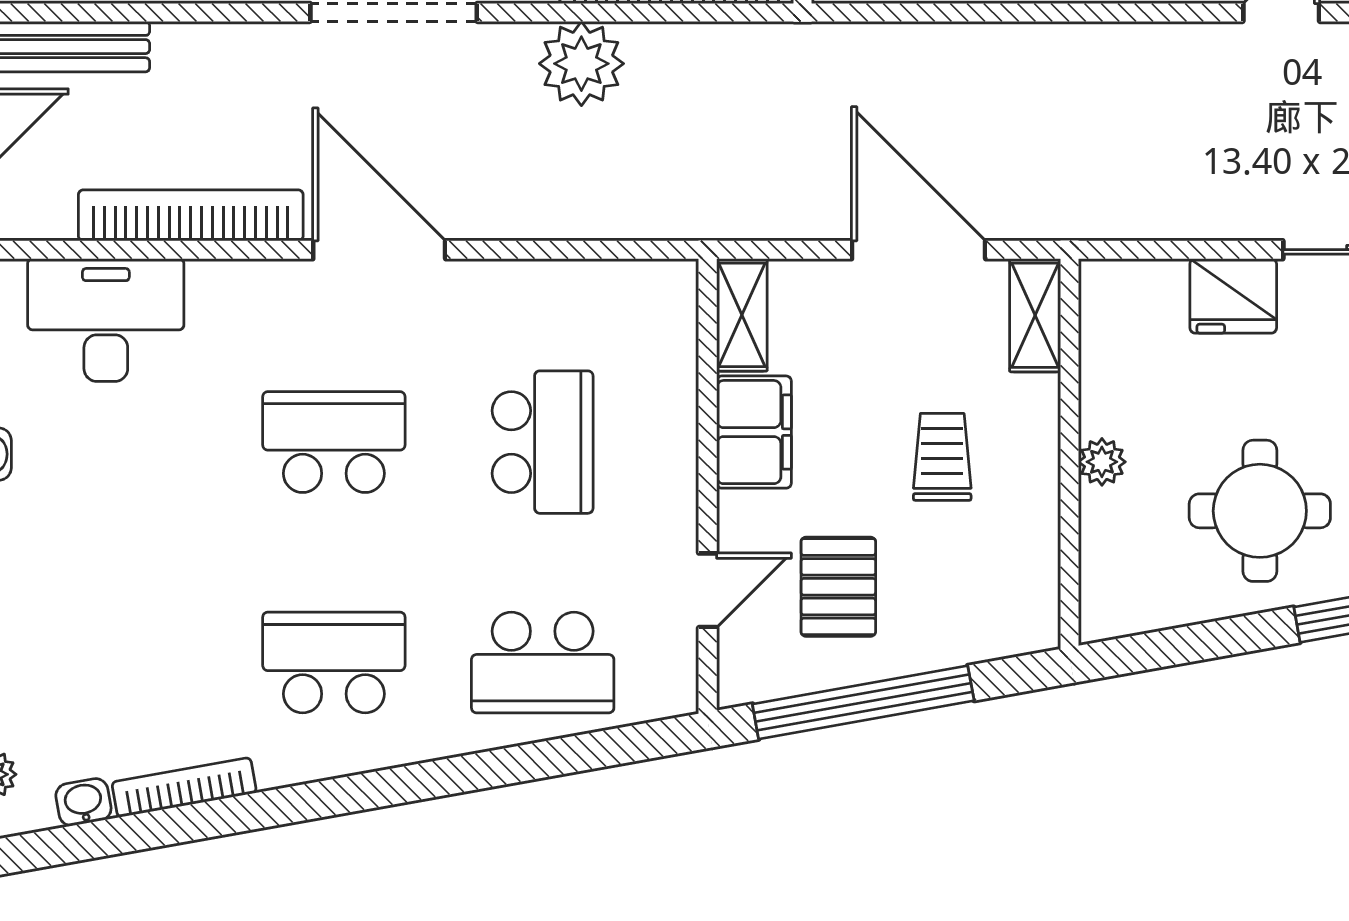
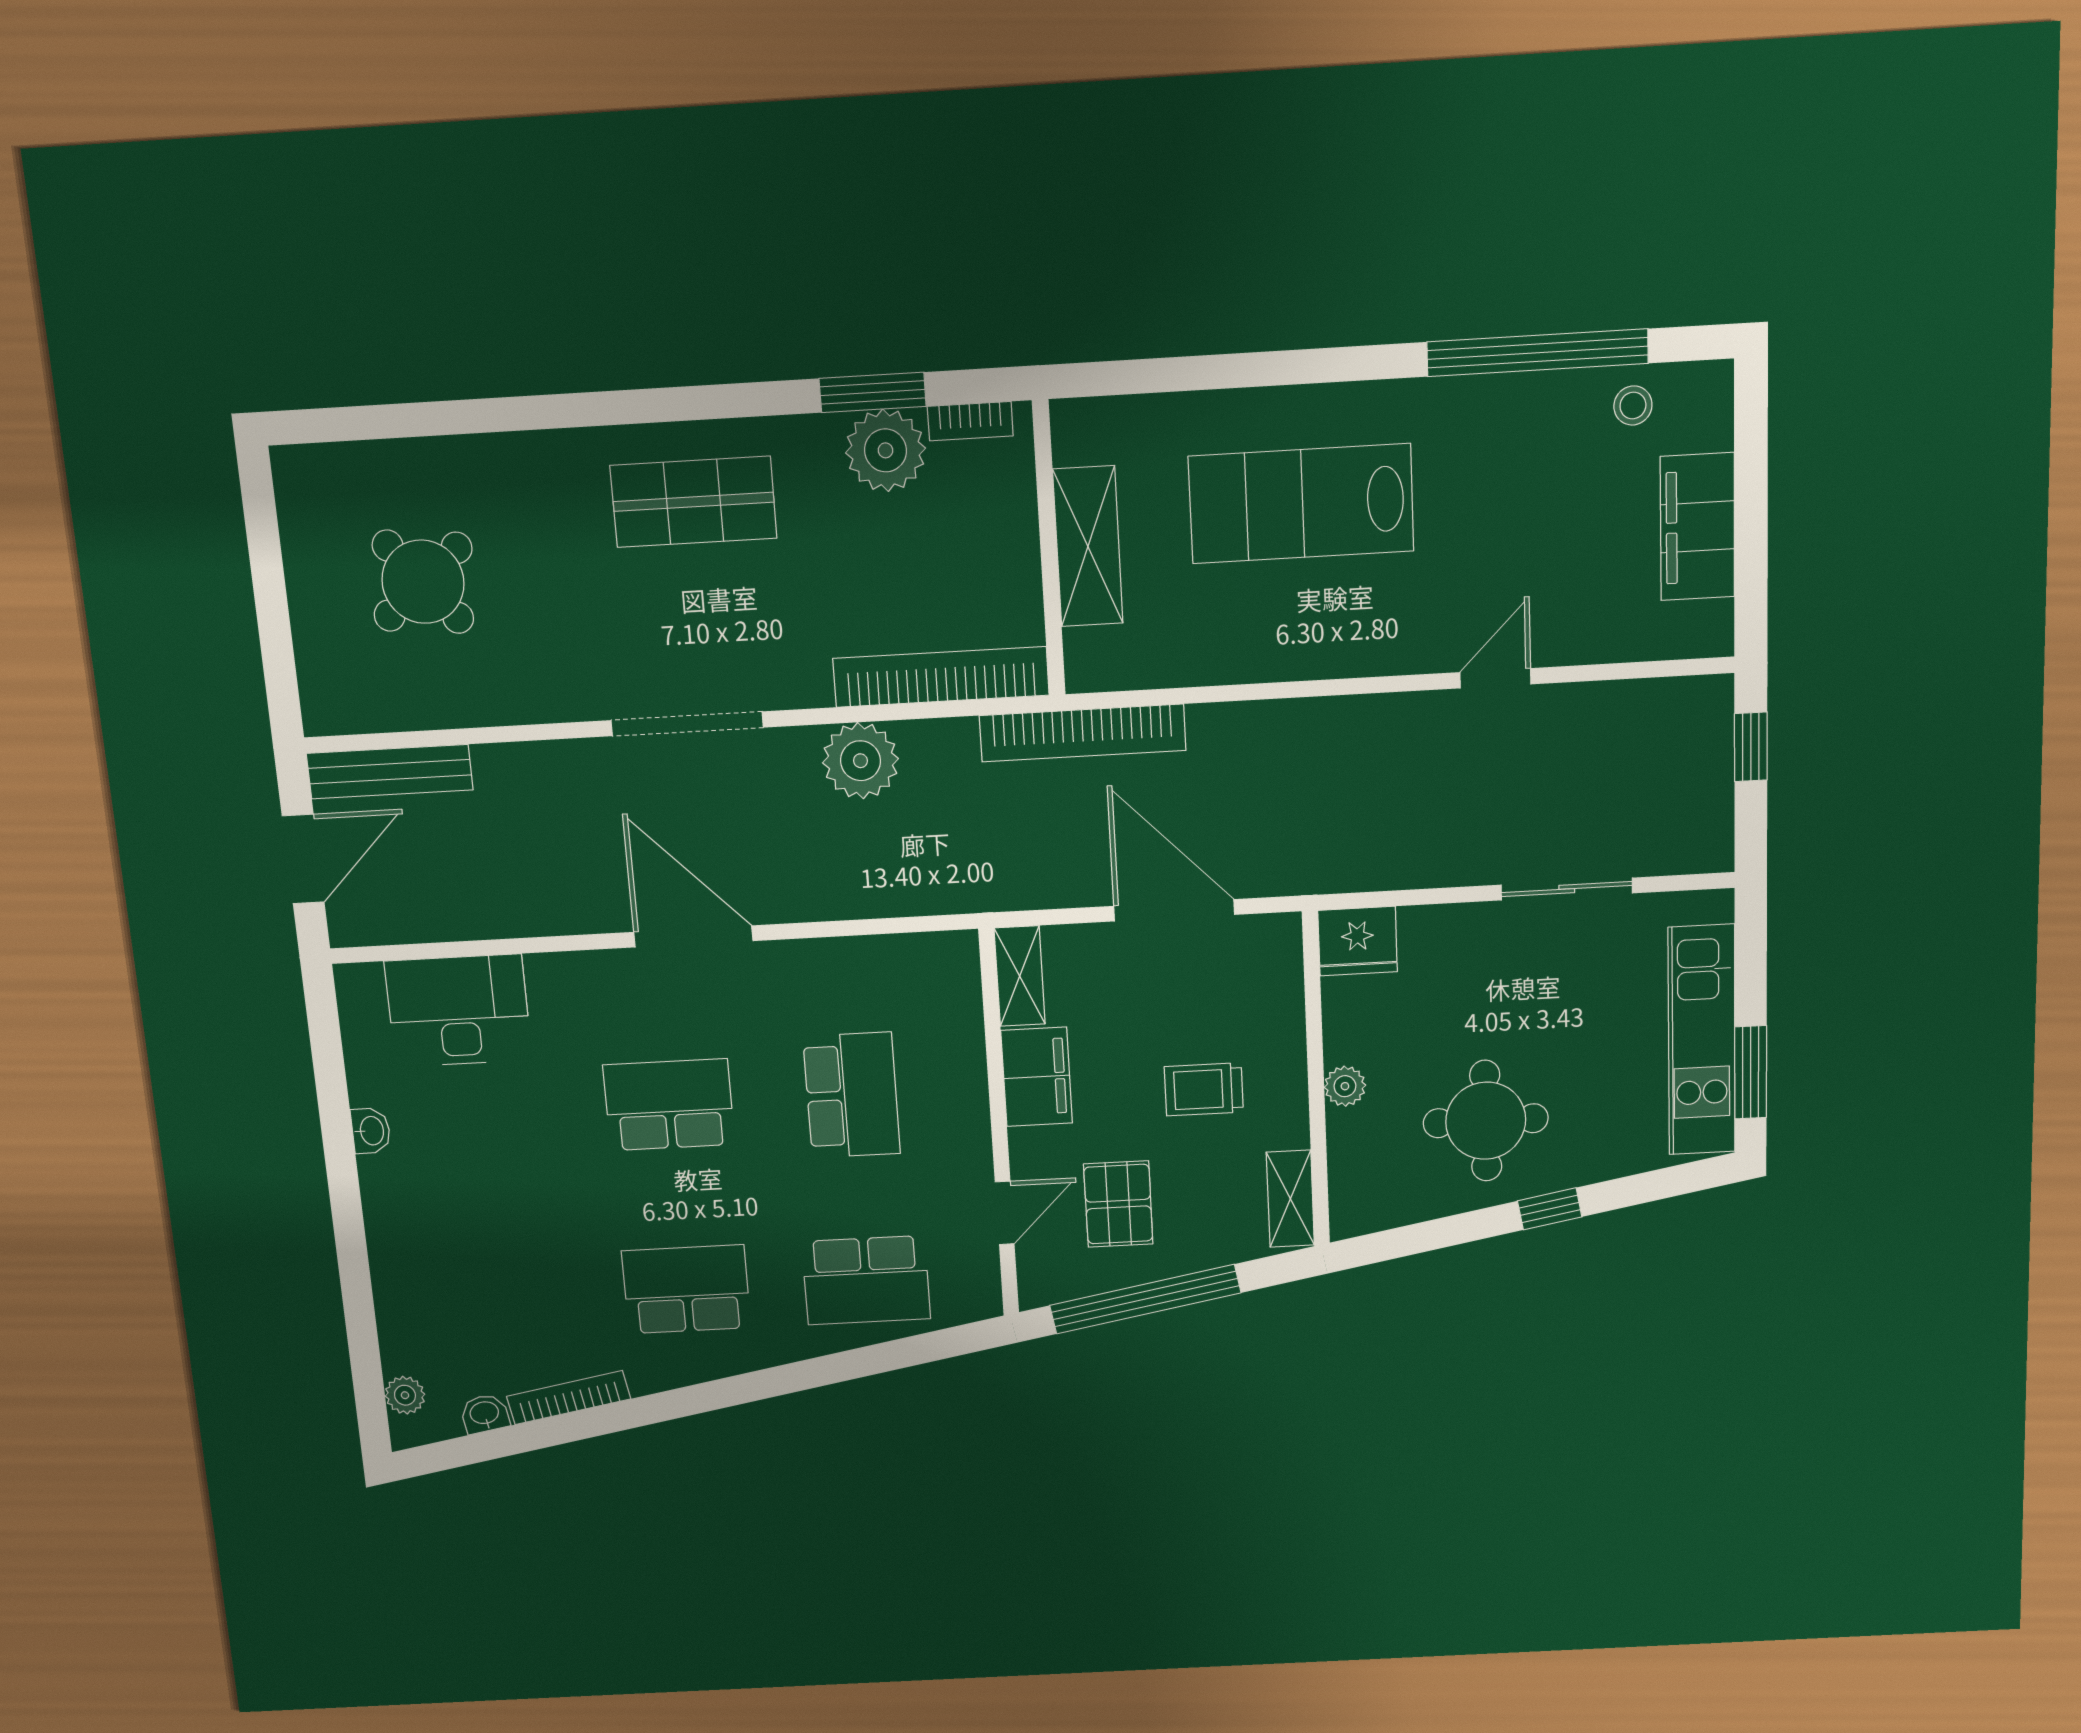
bookcase: (191, 215) -> (1083, 733), moved, turned 180
fridge: (1233, 296) -> (1358, 941), moved
shelving: (1035, 315) -> (1290, 1199), moved
trolley: (942, 457) -> (1204, 1089), turned -90

